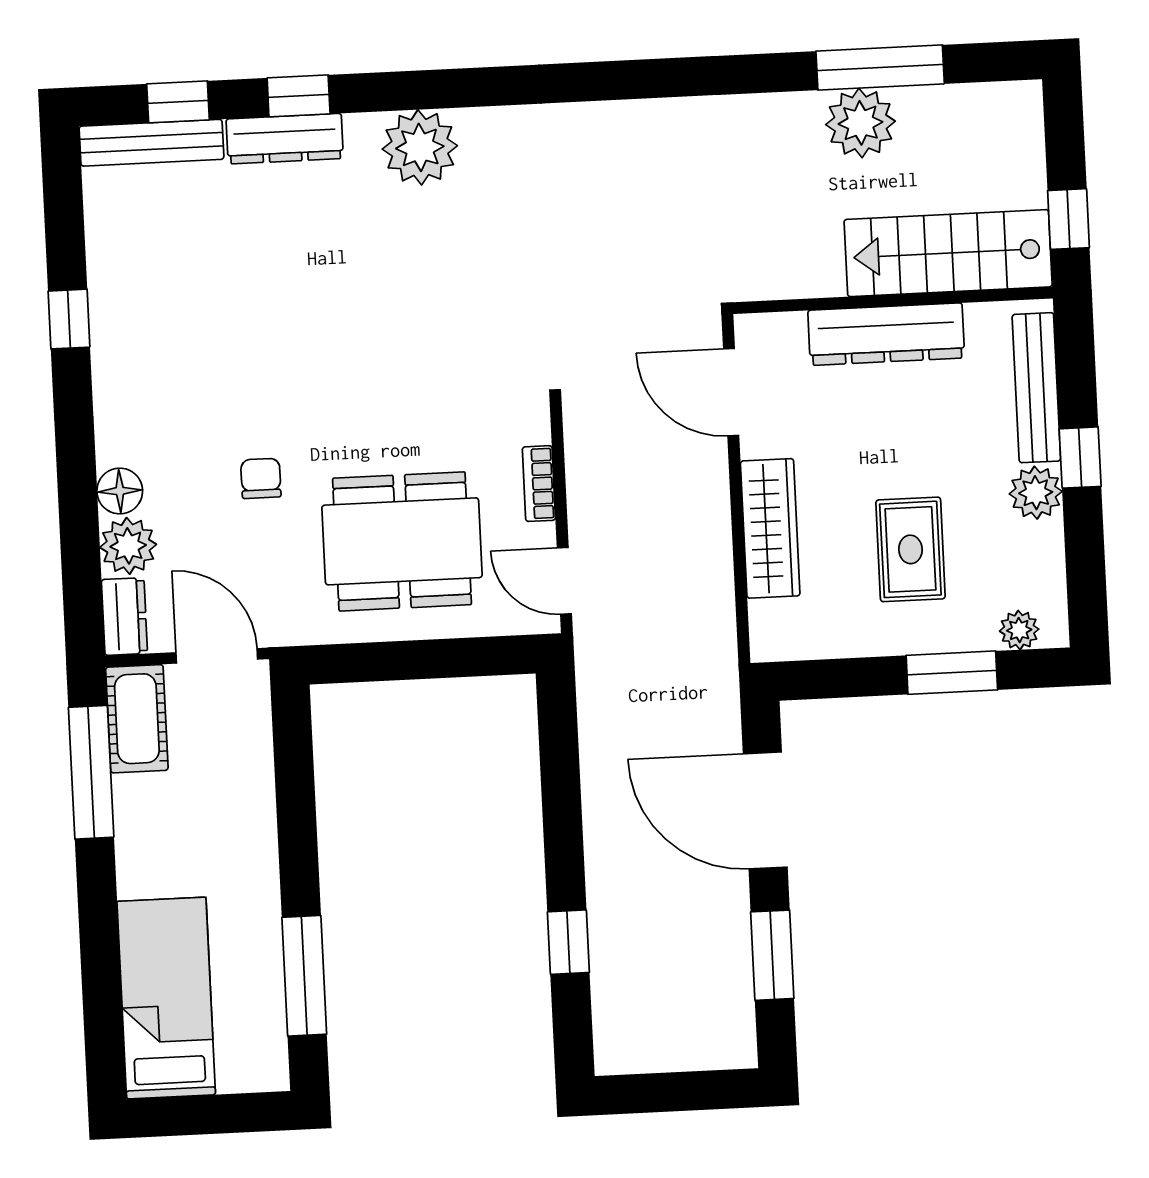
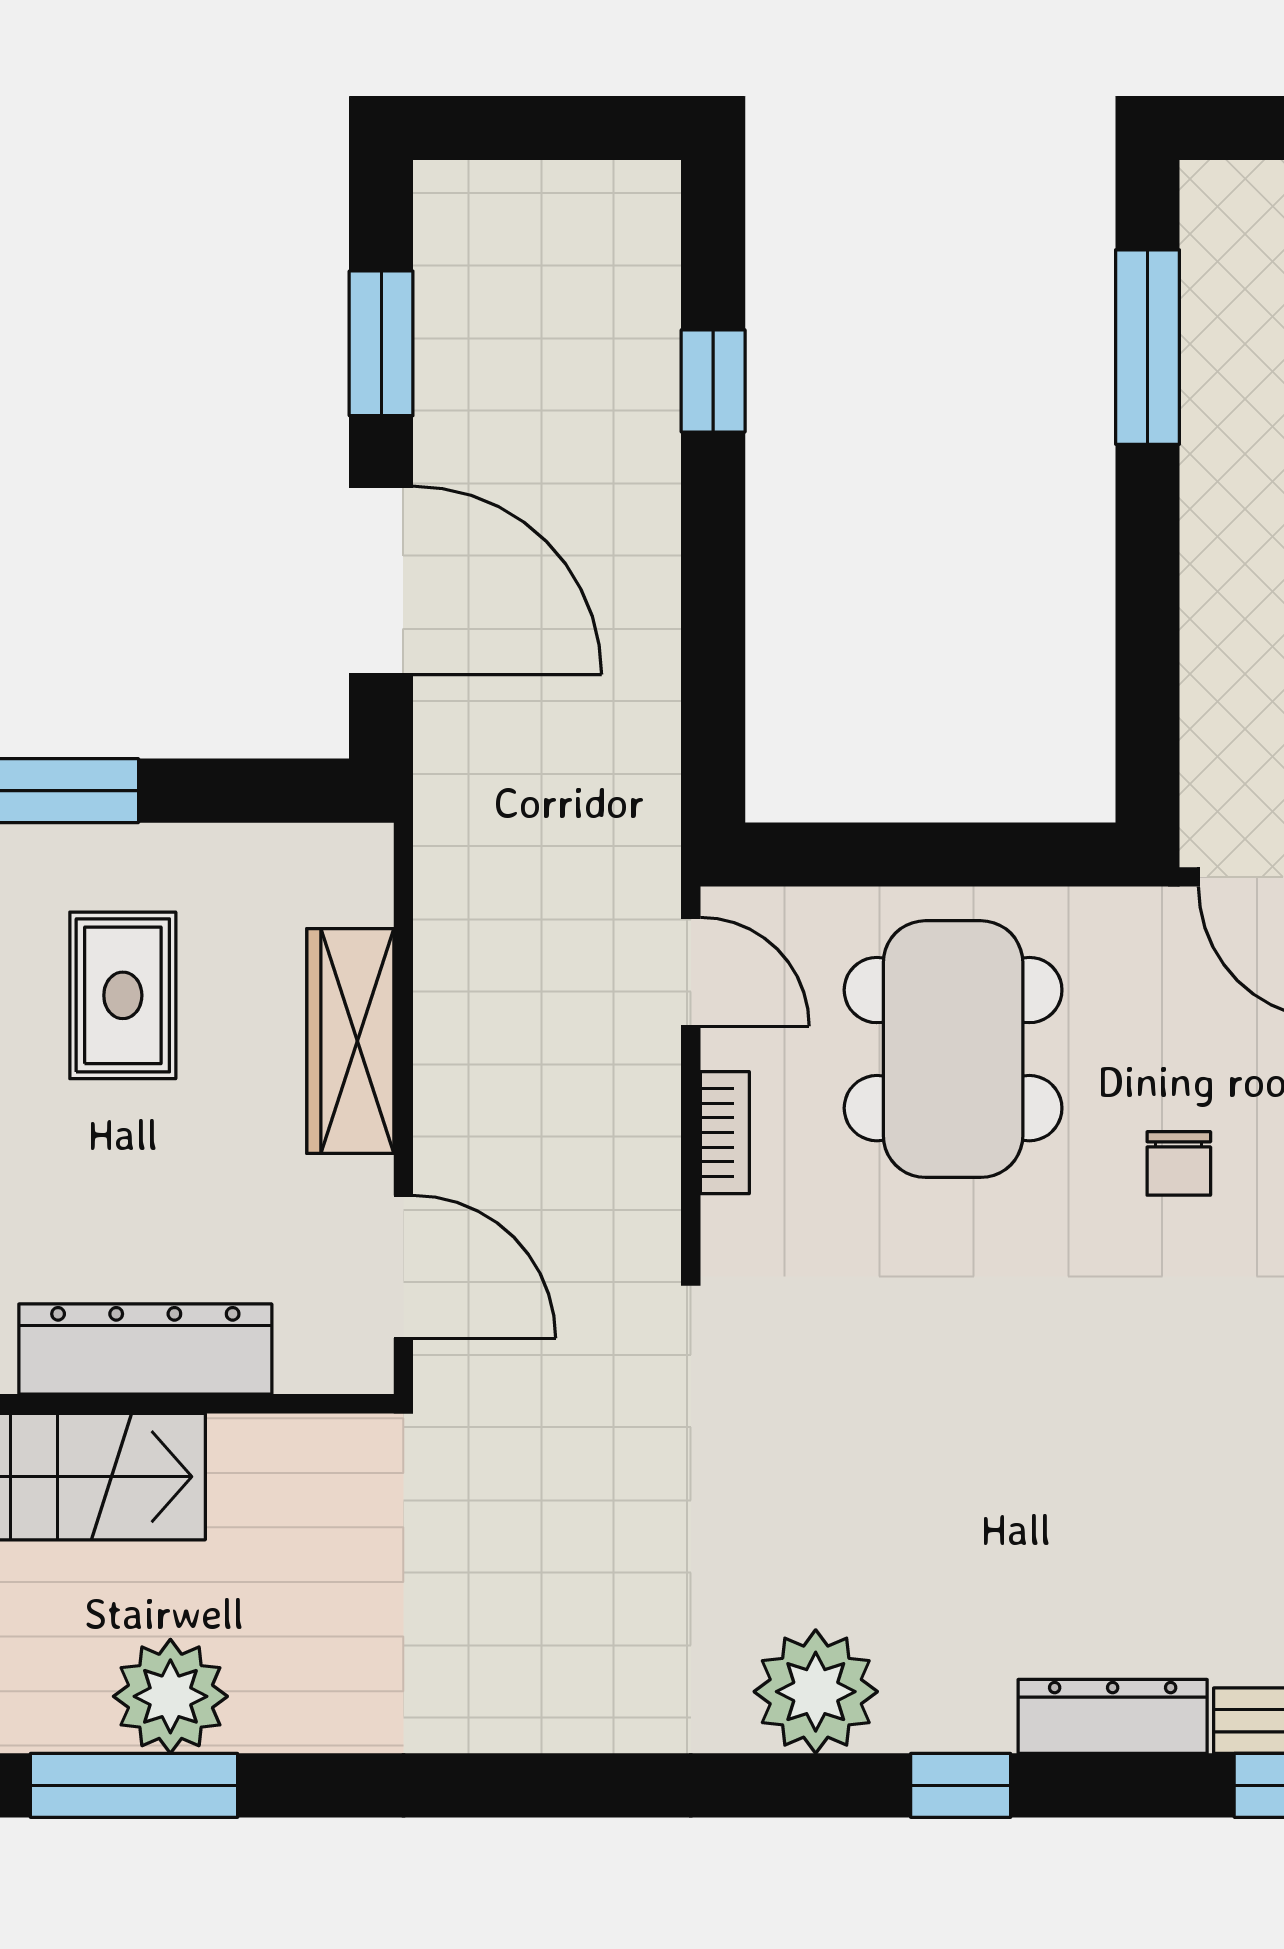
window: (299, 96) -> (961, 1785), moved
plant: (420, 147) -> (816, 1692), moved
dining table: (402, 541) -> (953, 1049), turned 90

